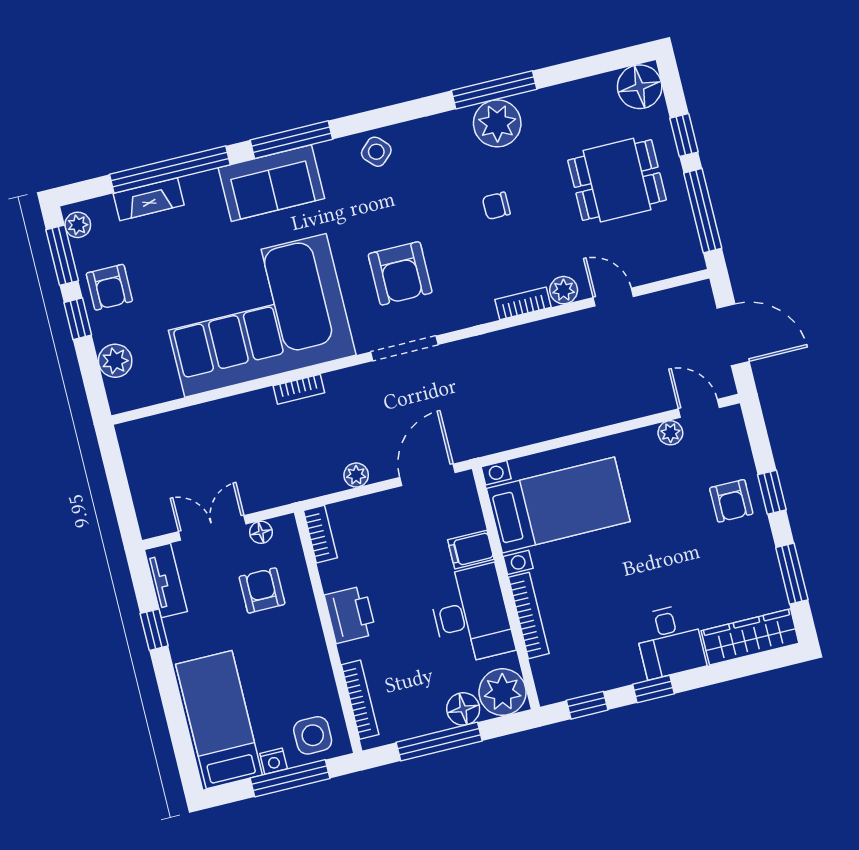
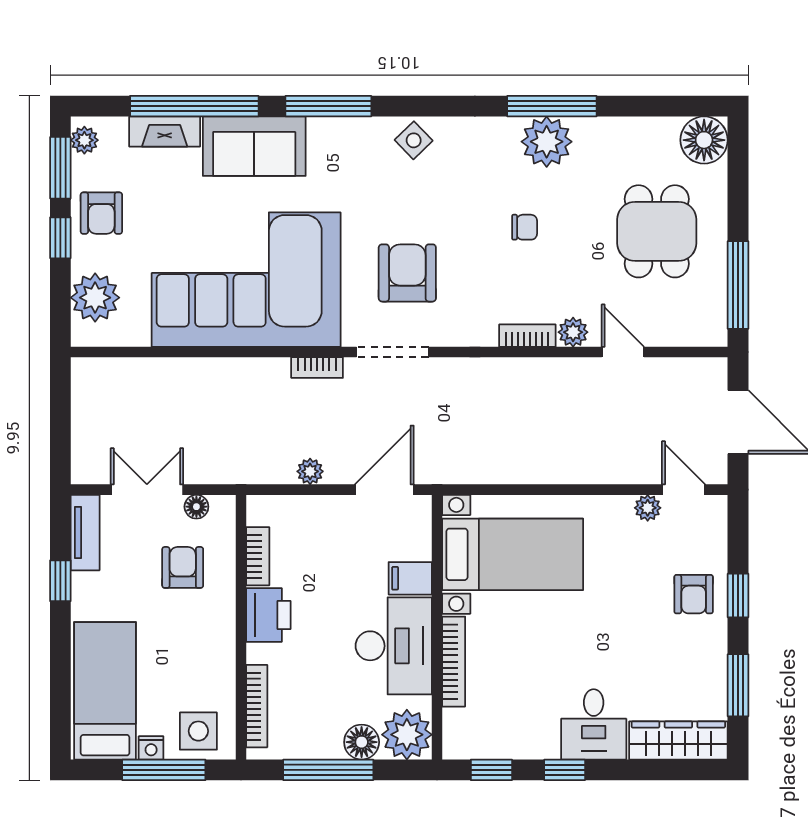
window: (684, 135) -> (738, 202), removed
dining table: (617, 180) -> (657, 231), turned 90
sofa: (271, 183) -> (254, 146), moved
chair: (496, 206) -> (525, 227), turned 180
armchair: (400, 273) -> (407, 273), turned 180
plant: (115, 361) -> (95, 298), width x1.36, depth x1.36
bookcase: (299, 389) -> (317, 368), moved
bookcase: (320, 534) -> (258, 556), moved

